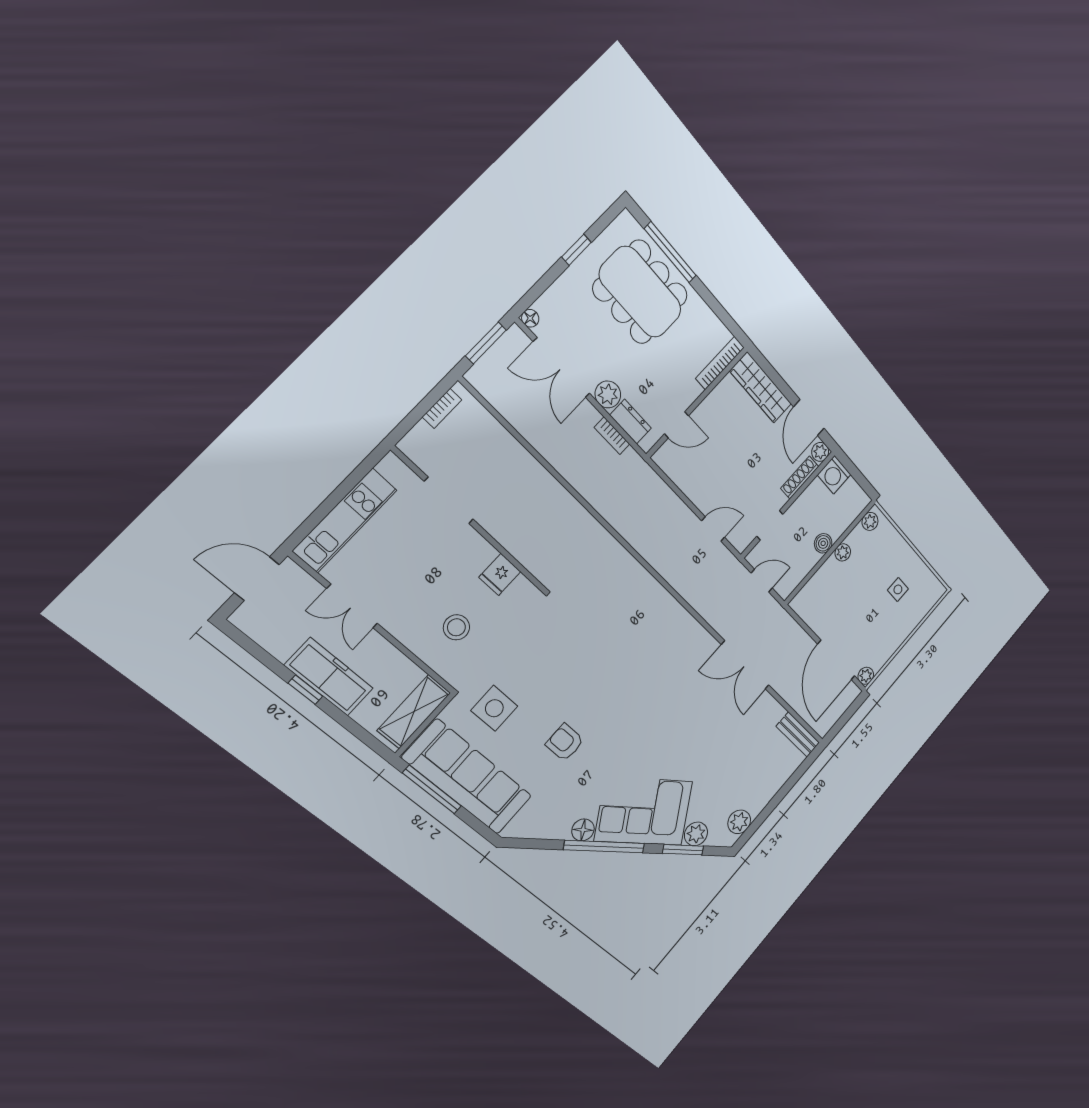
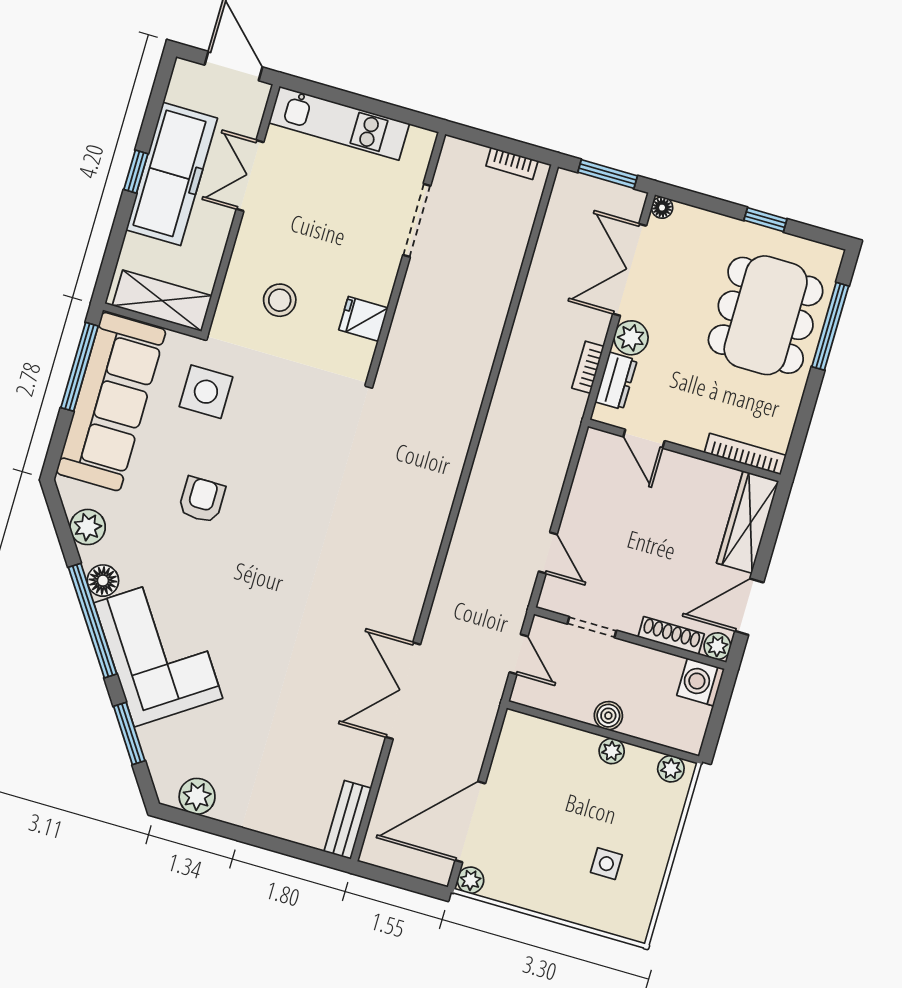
freezer: (329, 677) -> (172, 174), width x1.36, depth x1.26
plant: (696, 834) -> (88, 527), moved

